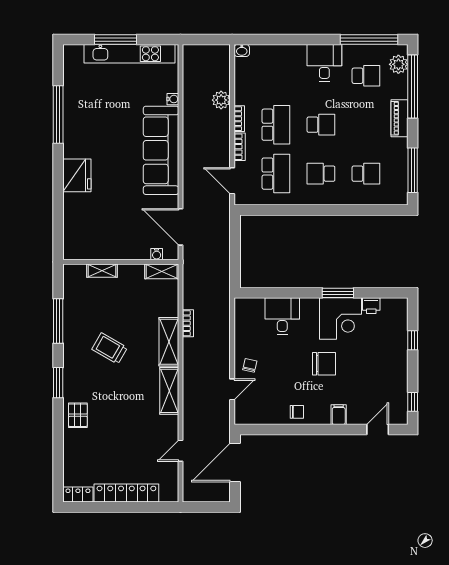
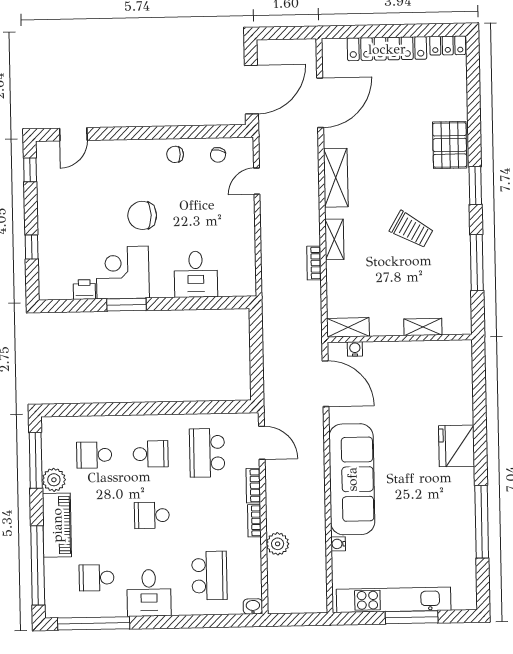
plant: (398, 64) -> (54, 480), moved
piano: (399, 118) -> (57, 525), width x1.37, depth x1.33
school desk: (276, 125) -> (209, 576), moved, turned 180
shelving: (169, 342) -> (334, 239), width x0.67, depth x0.75
chair: (250, 365) -> (218, 155), moved
pallet: (78, 415) -> (450, 145), width x1.50, depth x1.42
filing cabinet: (339, 415) -> (123, 152), removed
door: (181, 451) -> (320, 103), width x1.88

